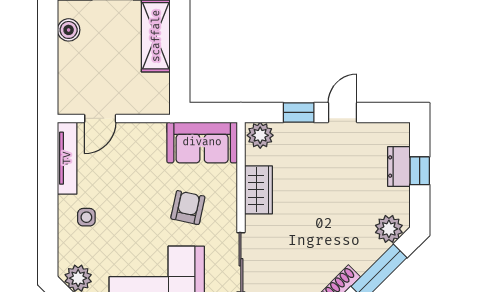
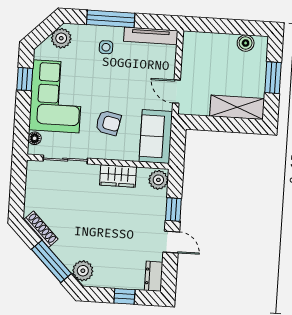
door: (100, 118) -> (177, 92), moved
dresser: (399, 167) -> (154, 276), moved, turned -90
window: (48, 213) -> (111, 19), added

